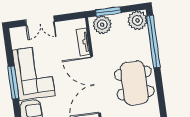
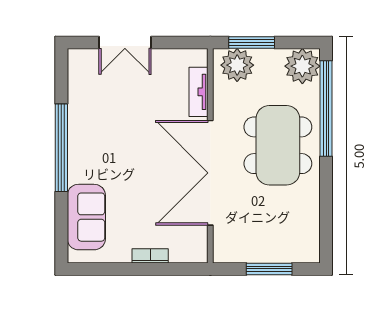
corner sofa: (34, 73) -> (101, 136), removed
window: (13, 82) -> (61, 148), width x1.46
dining table: (134, 83) -> (278, 145), moved

